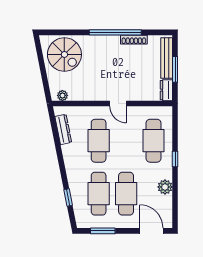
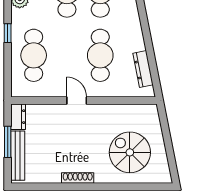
window: (115, 32) -> (80, 187), removed
shoe rack: (134, 40) -> (78, 178), moved
spiral stairs: (64, 54) -> (130, 152), moved
plant: (62, 95) -> (144, 110), removed

